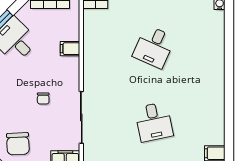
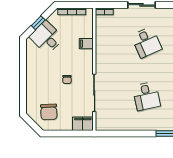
desk: (154, 47) -> (146, 42), turned -48

